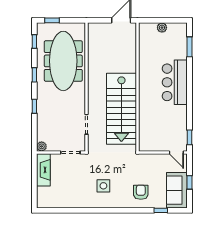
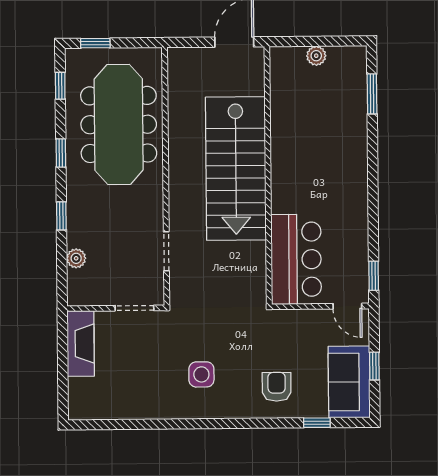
bar counter: (175, 82) -> (296, 259), moved, turned 180
stairs: (121, 109) -> (236, 168), moved
plant: (42, 146) -> (76, 258), moved

